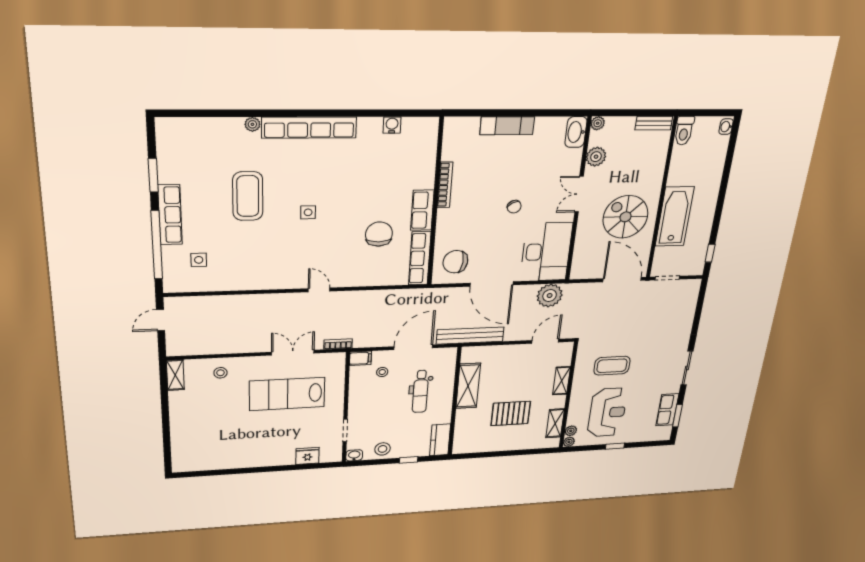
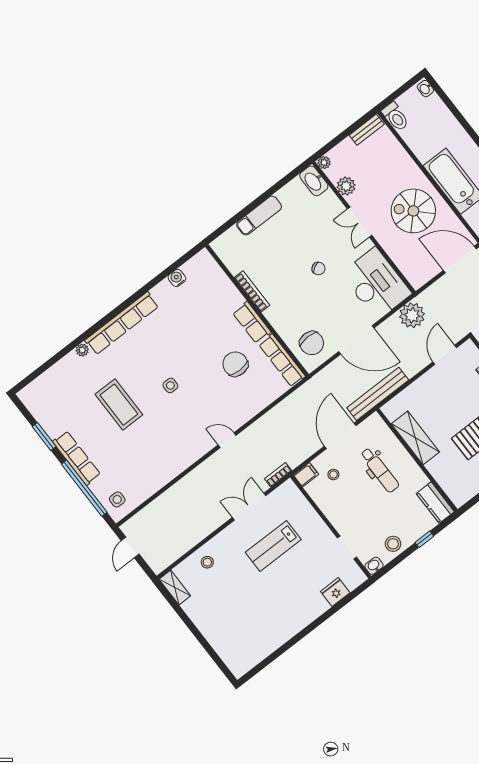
side table: (199, 260) -> (117, 499), moved
chair: (455, 262) -> (312, 343), turned -96
lab bench: (287, 394) -> (273, 546), width x0.73, depth x0.72

